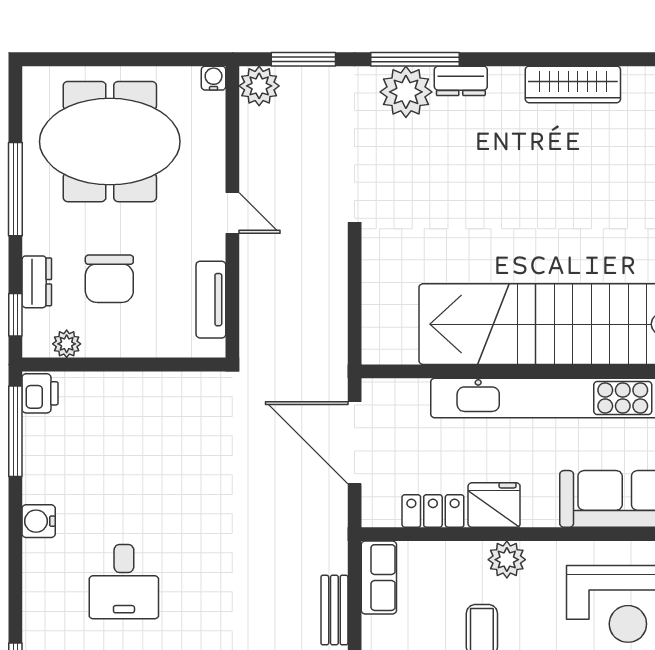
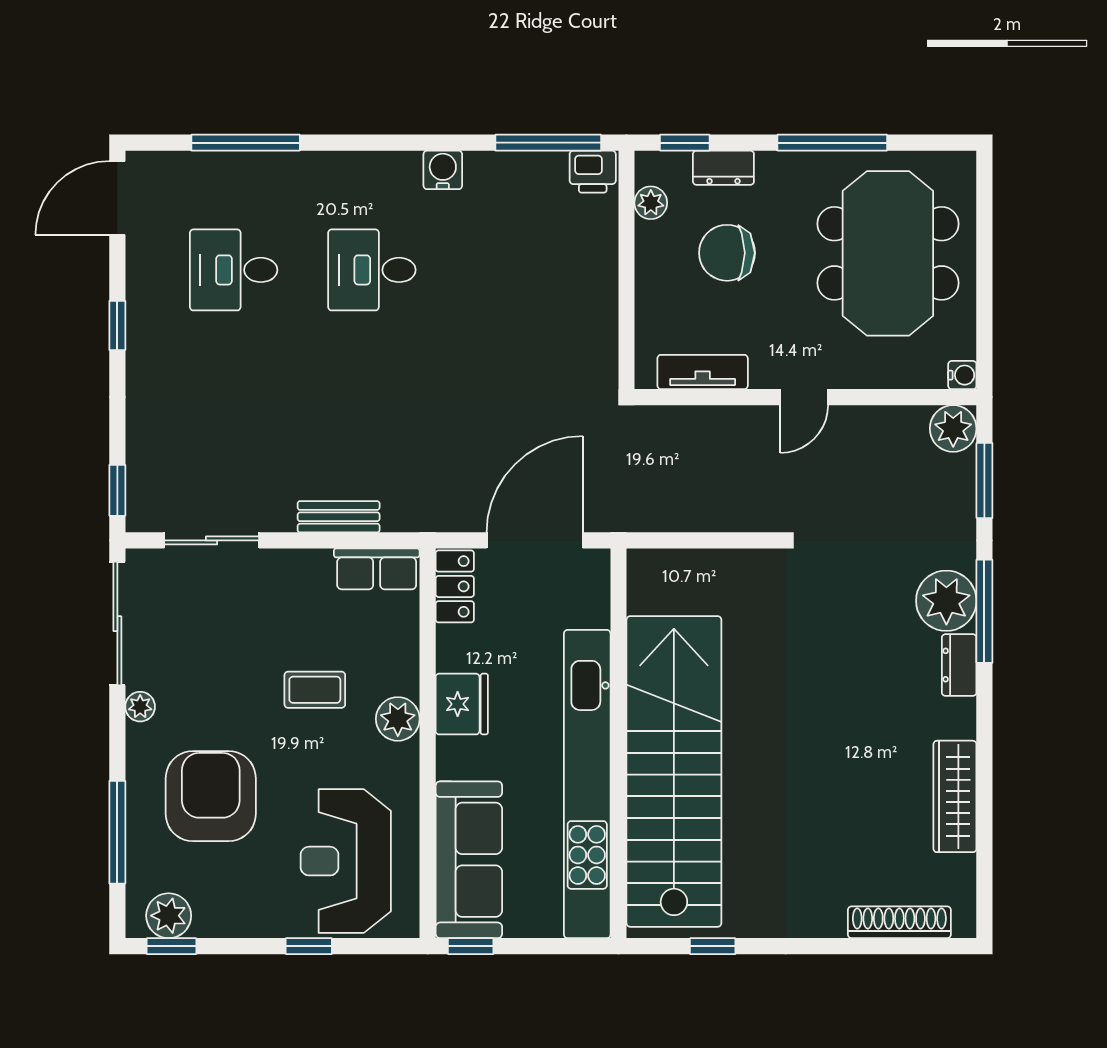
locker: (433, 511) -> (455, 586), moved

